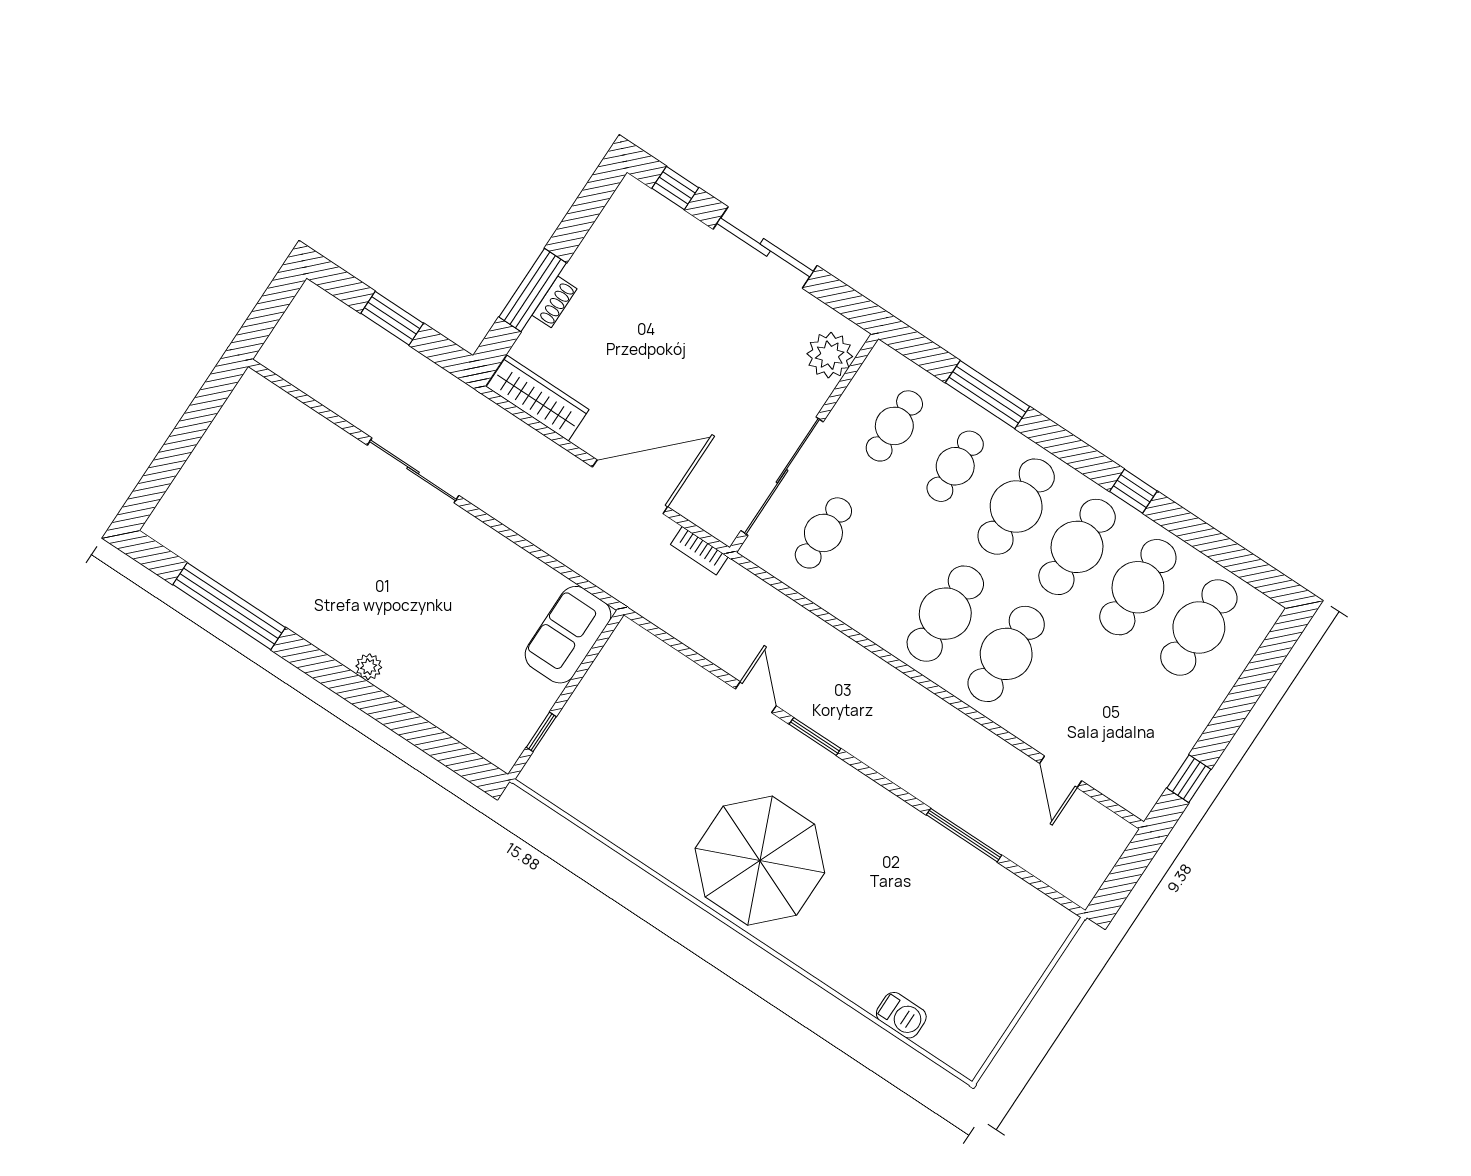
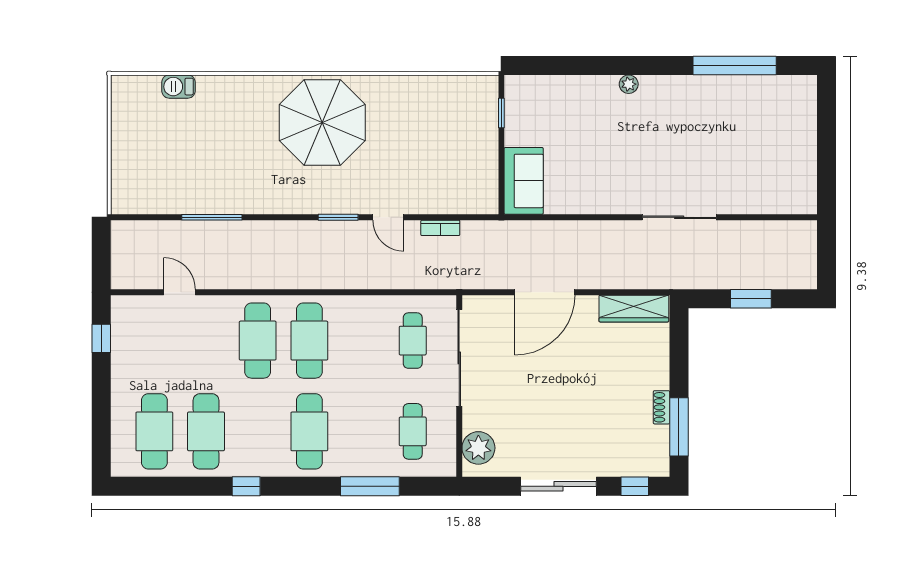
window: (533, 290) -> (679, 427), moved
shoe rack: (554, 302) -> (662, 407), moved
cafe table: (955, 466) -> (361, 431), removed
cafe table: (1077, 547) -> (258, 431), removed
bookcase: (699, 551) -> (440, 228), moved, turned 180

